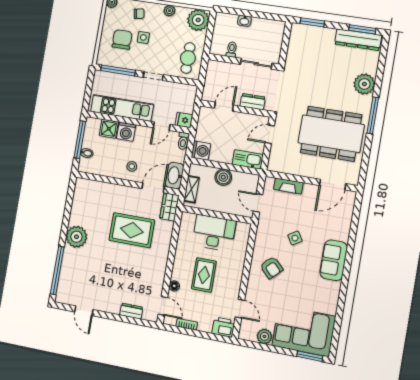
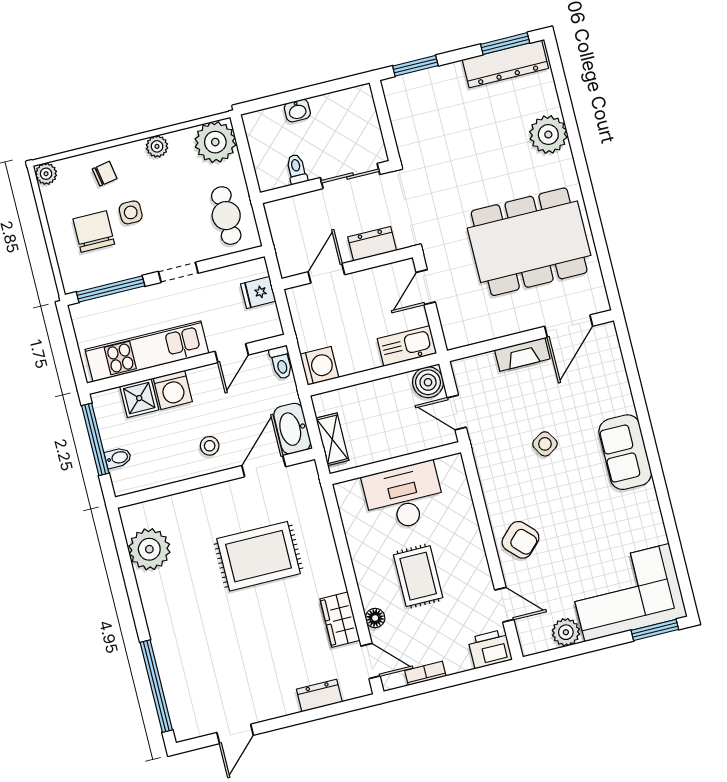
window: (373, 115) -> (585, 181), removed
fridge: (184, 120) -> (258, 293), moved
boiler: (223, 177) -> (428, 382), moved
fireplace: (288, 186) -> (522, 354), moved
wardrobe: (169, 207) -> (340, 620), moved
plant: (76, 237) -> (149, 549), moved
armchair: (271, 268) -> (520, 540), moved
door: (84, 311) -> (235, 734), hinge flipped

